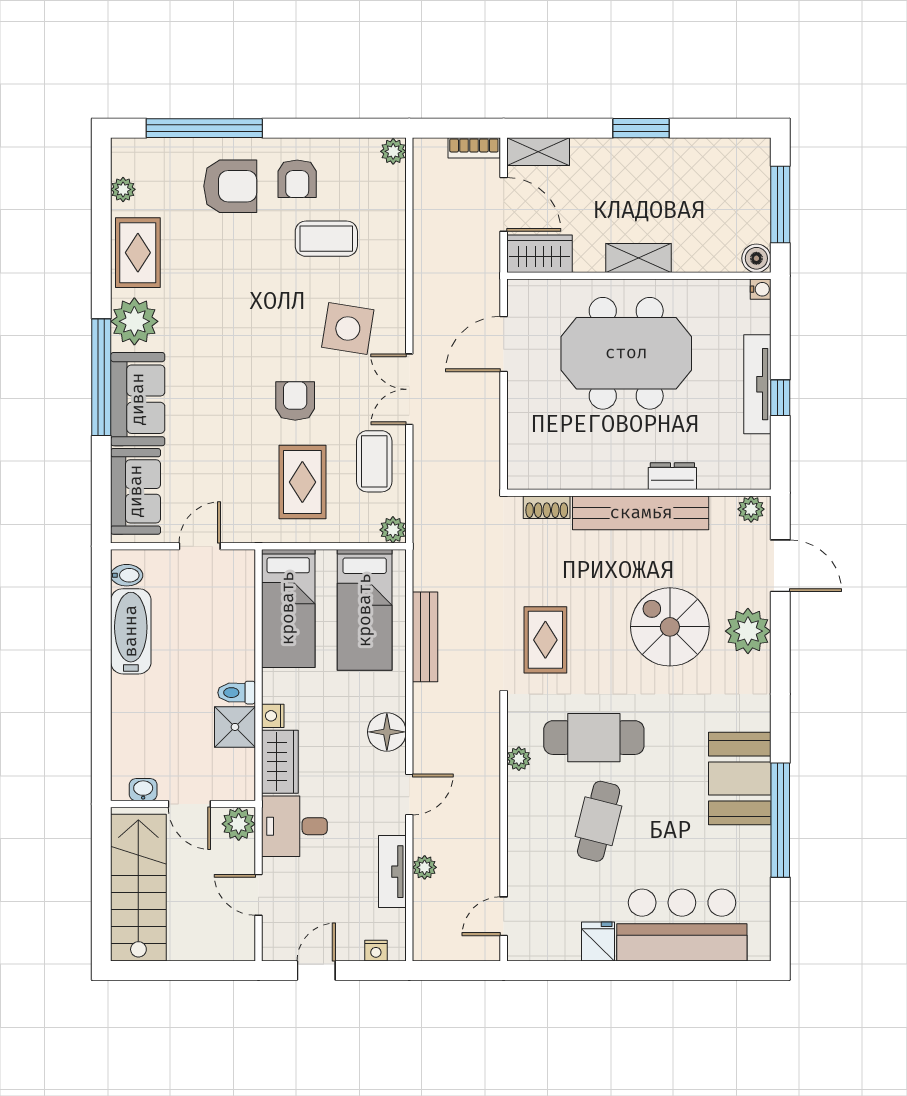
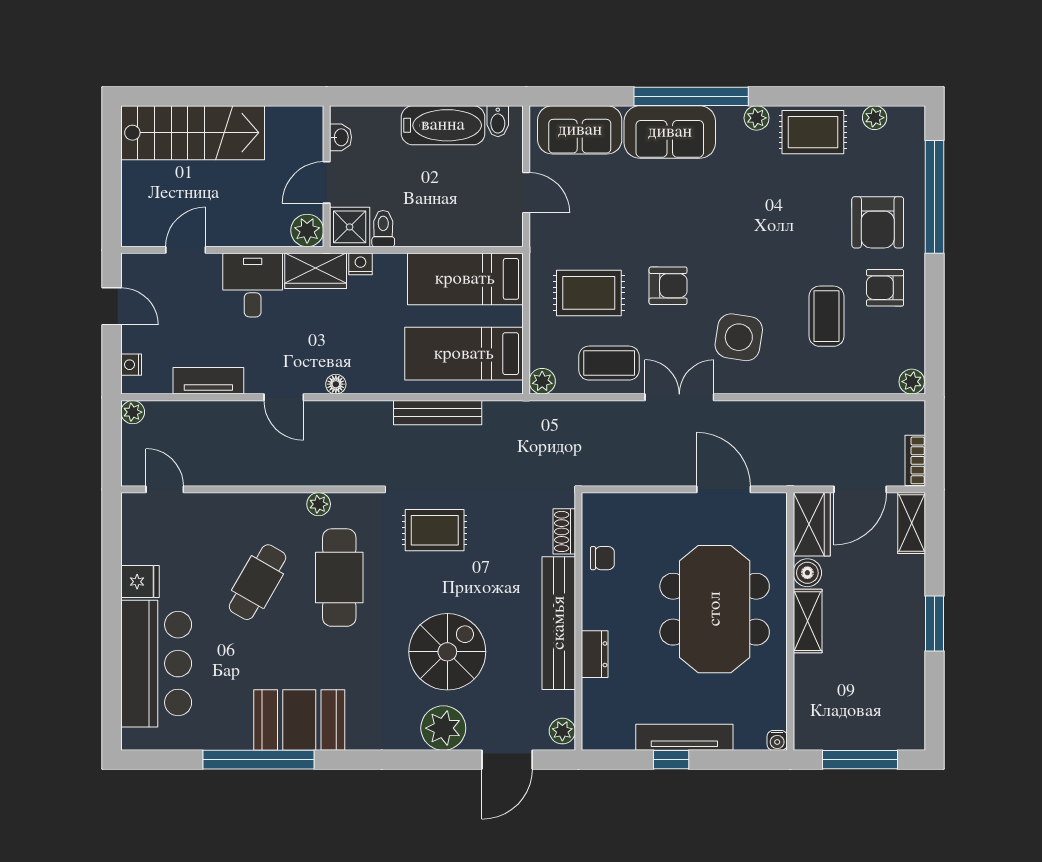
boiler: (756, 258) -> (807, 573), moved
plant: (134, 321) -> (757, 118), width x0.53, depth x0.53
chair: (574, 468) -> (602, 558), added
floor lamp: (387, 732) -> (336, 384), width x0.53, depth x0.53
washbasin: (143, 790) -> (341, 137), moved
wall: (183, 804) -> (327, 176), moved
door: (189, 804) -> (327, 182), moved
cafe table: (599, 821) -> (258, 582), turned -74
plant: (239, 824) -> (307, 230), moved
plant: (425, 867) -> (133, 412), moved

